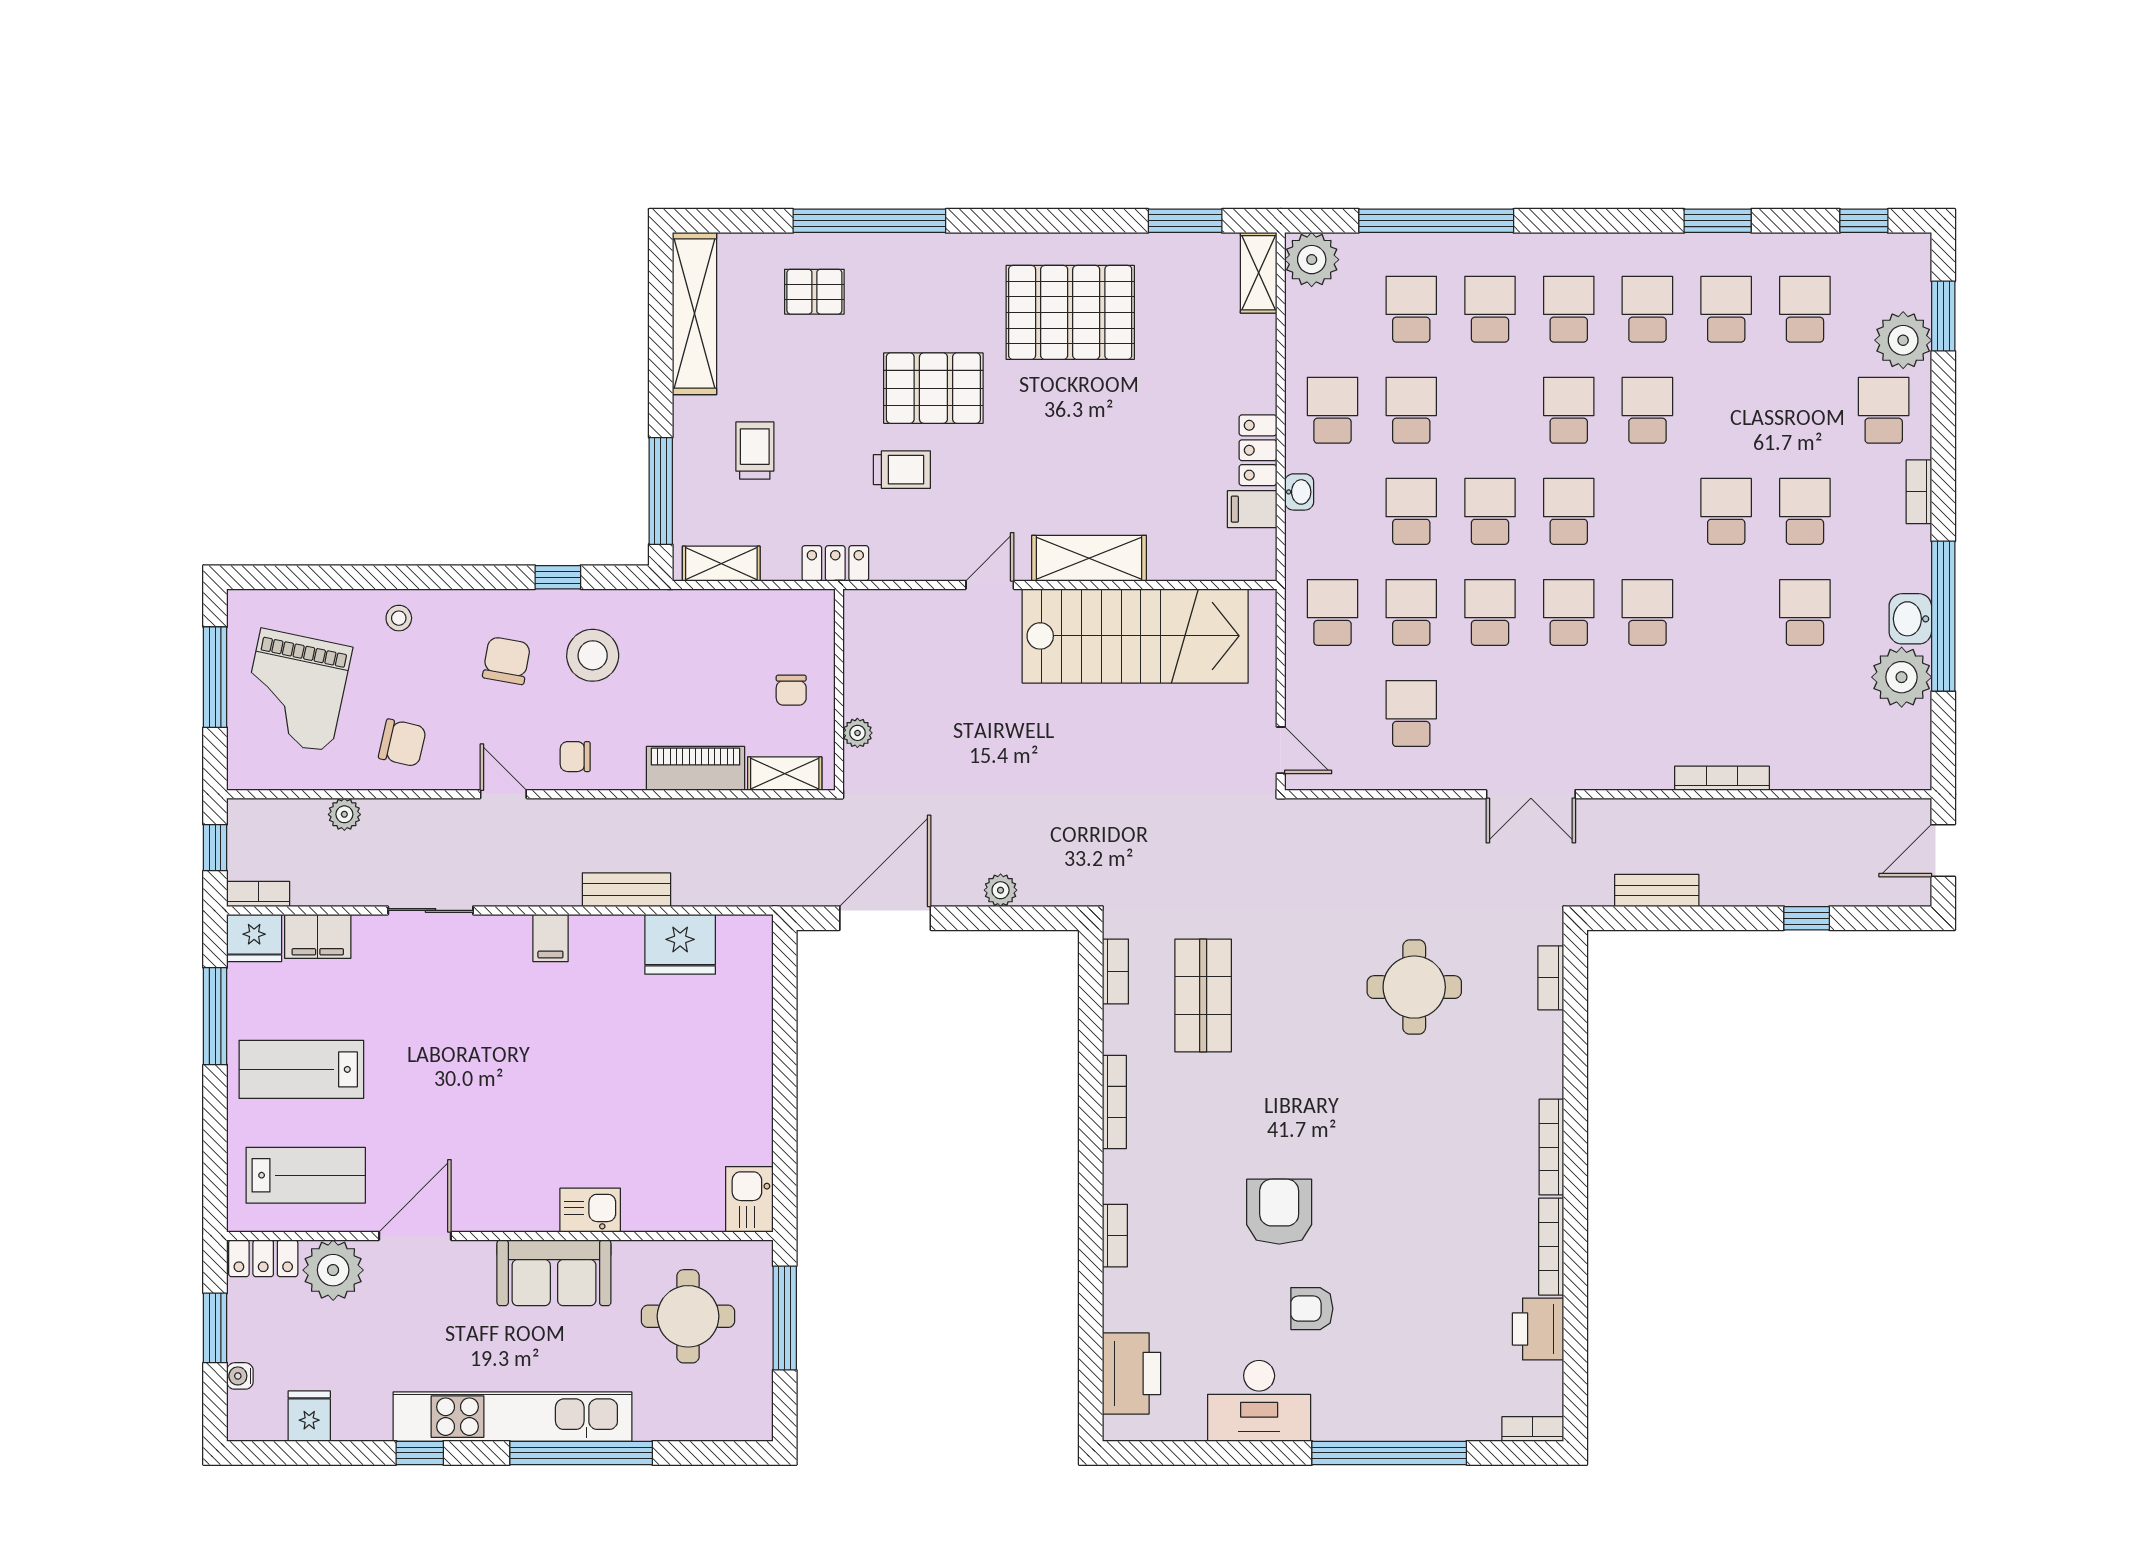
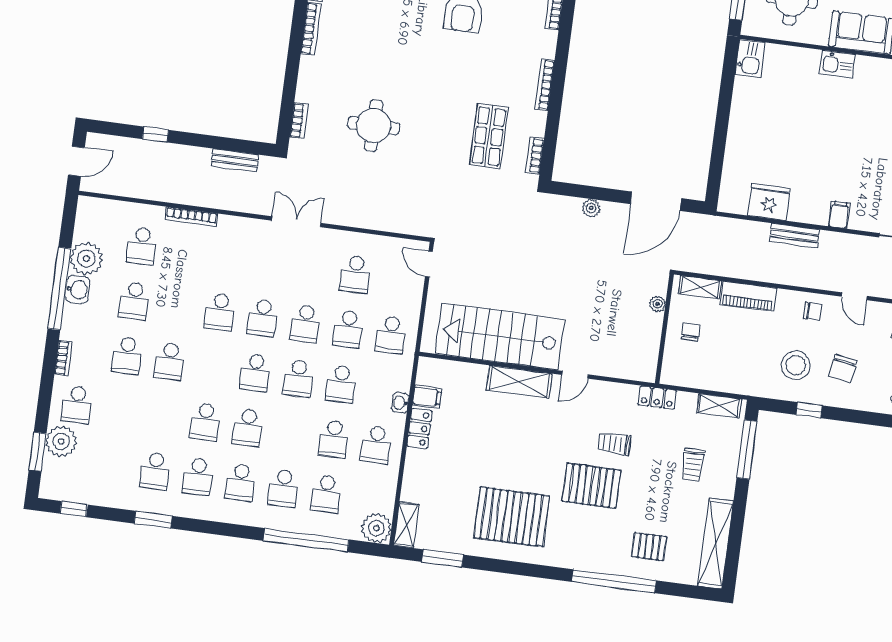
school desk: (1805, 309) -> (142, 246), moved

